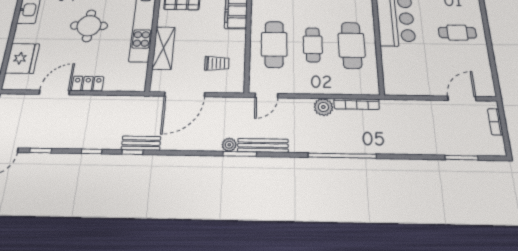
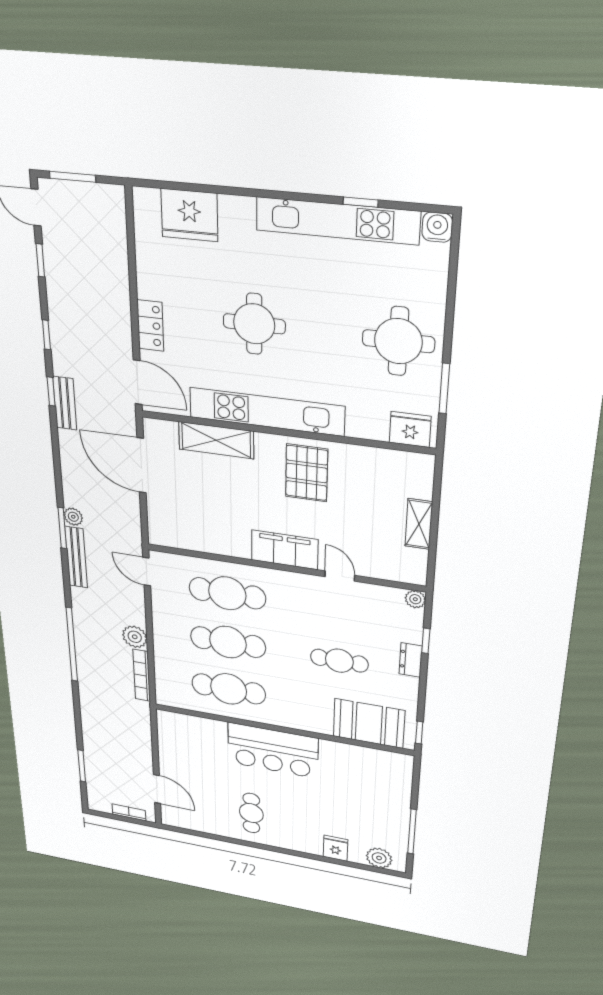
cafe table: (313, 45) -> (228, 642), width x1.37, depth x1.35
trolley: (217, 63) -> (193, 513), removed
door: (54, 92) -> (138, 382), moved

